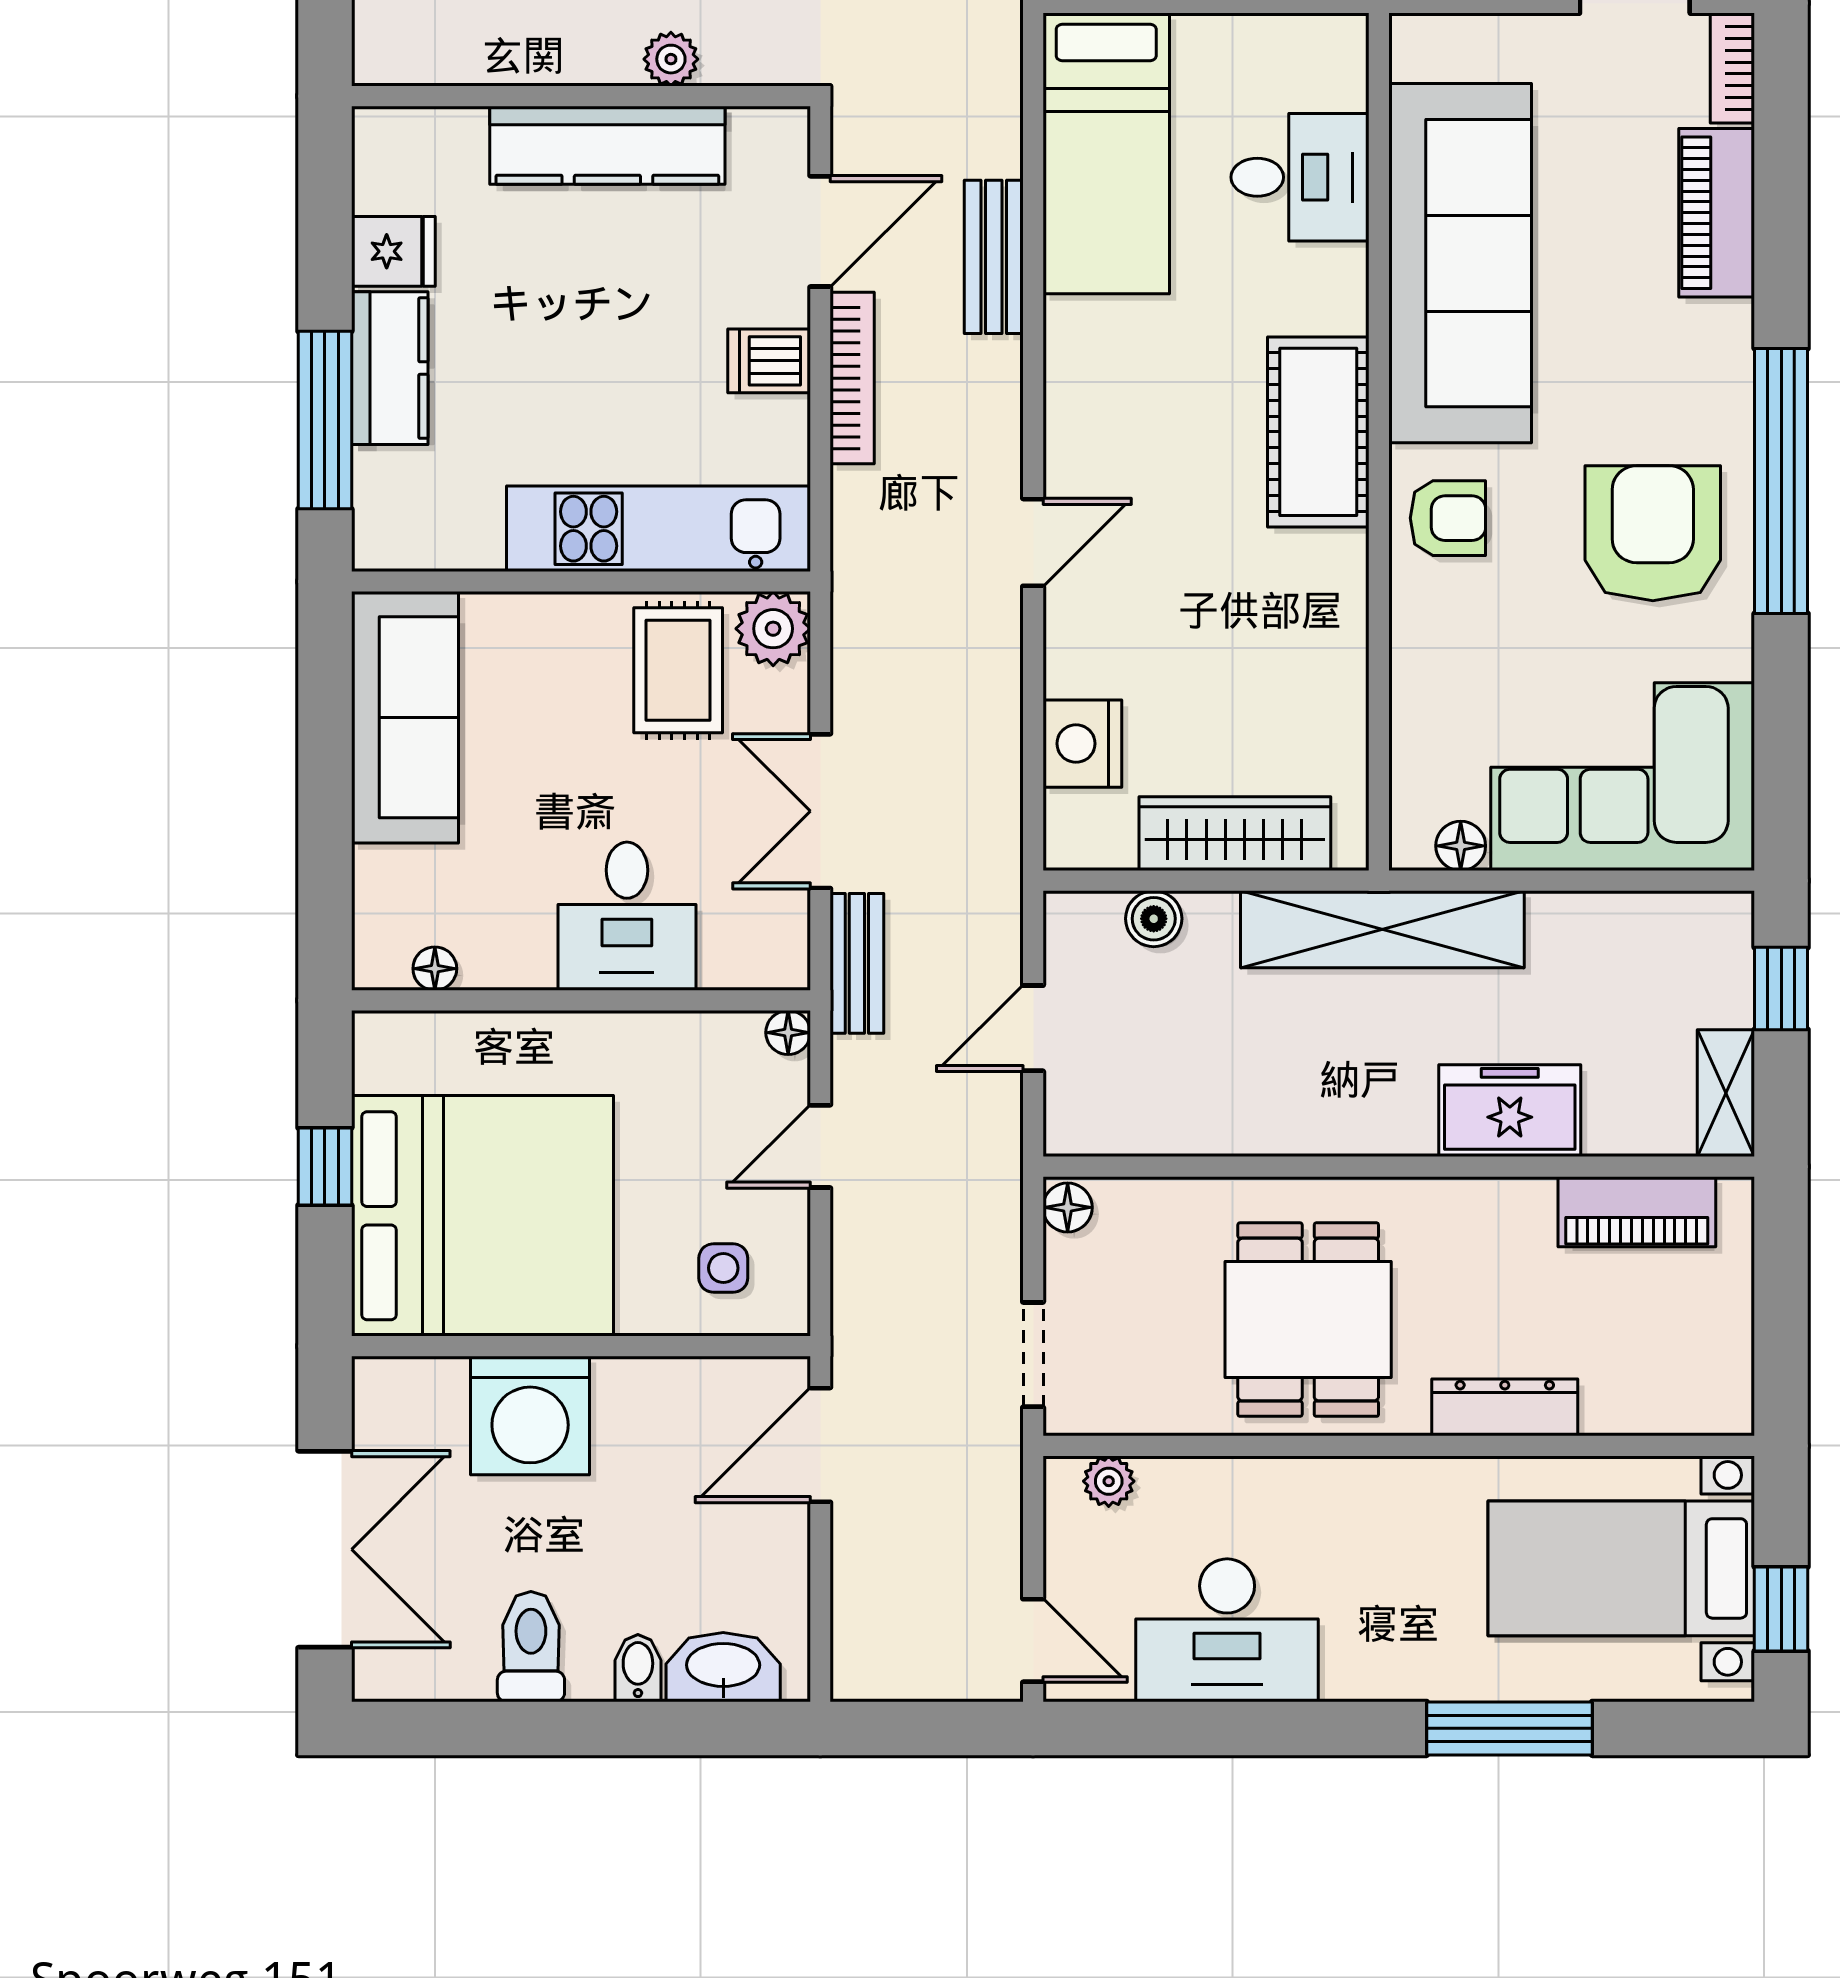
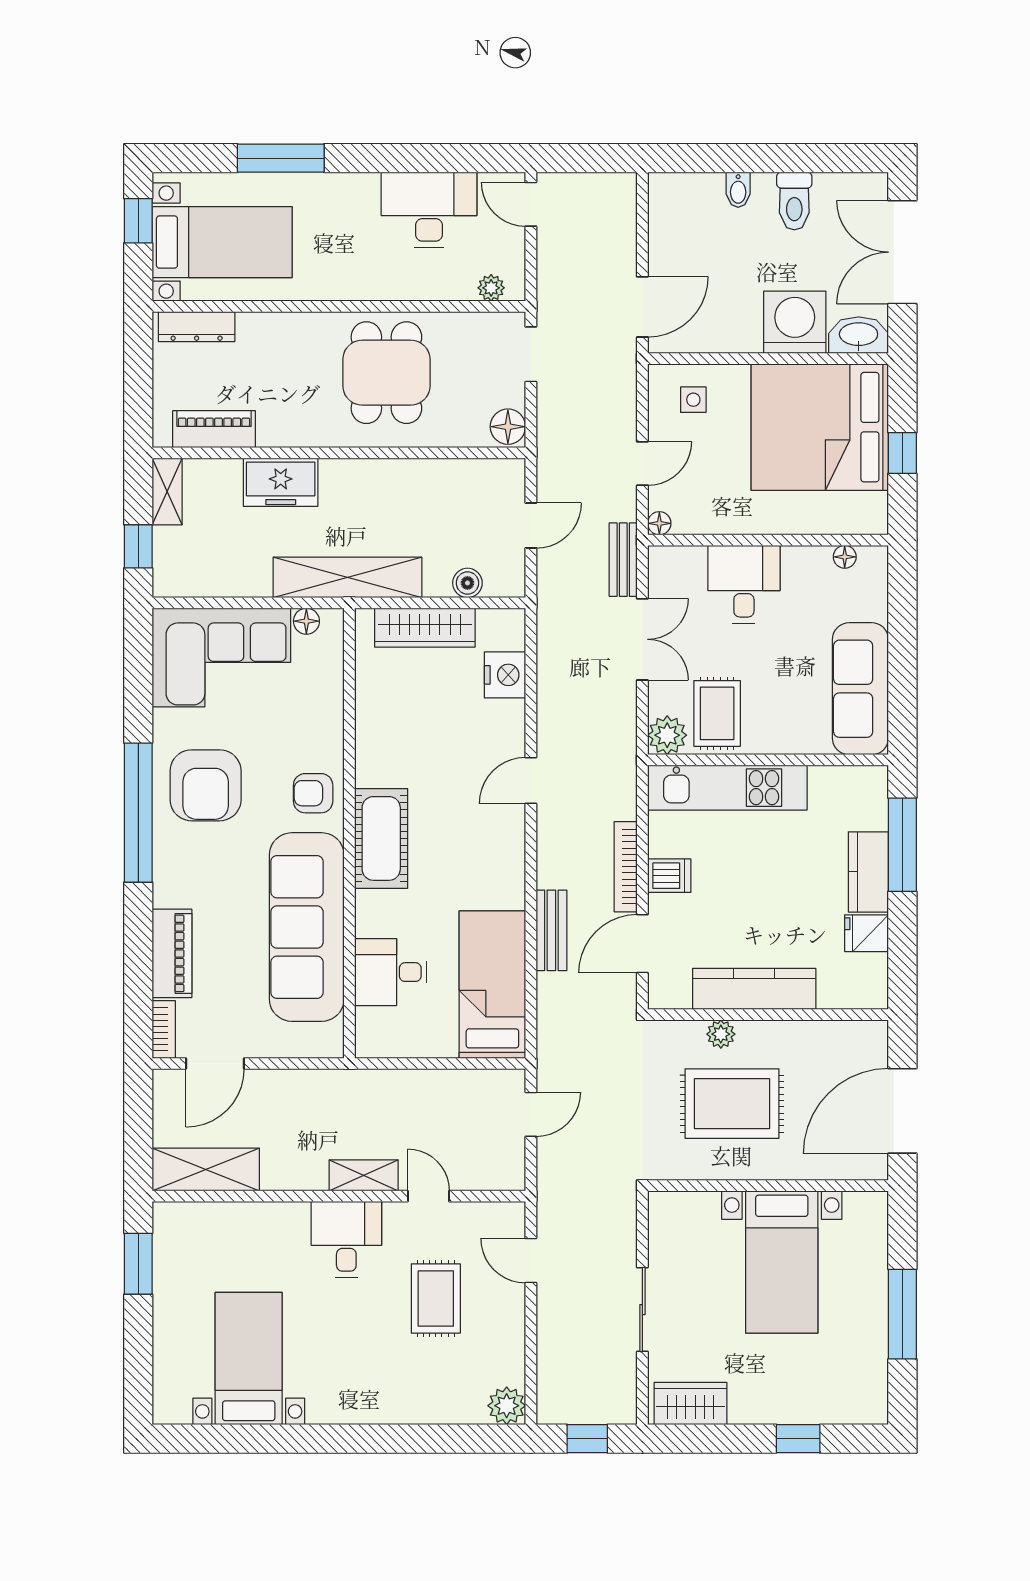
floor lamp: (1068, 1207) -> (508, 427), width x1.37, depth x1.37
dresser: (1505, 1407) -> (197, 327), moved
washbasin: (723, 1667) -> (859, 335), moved, turned 180

